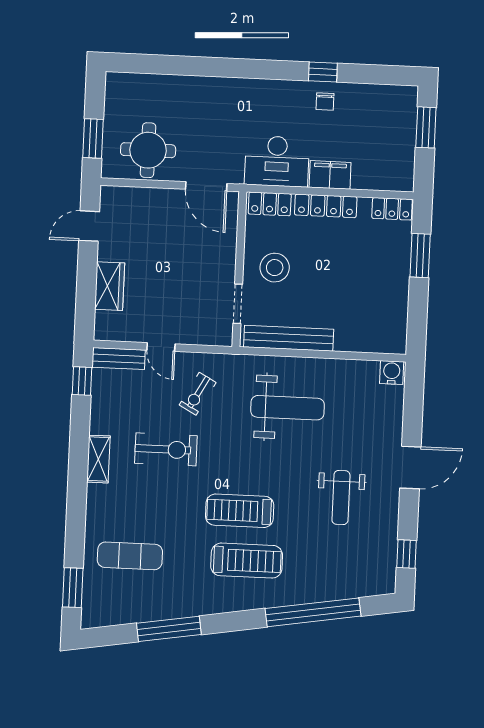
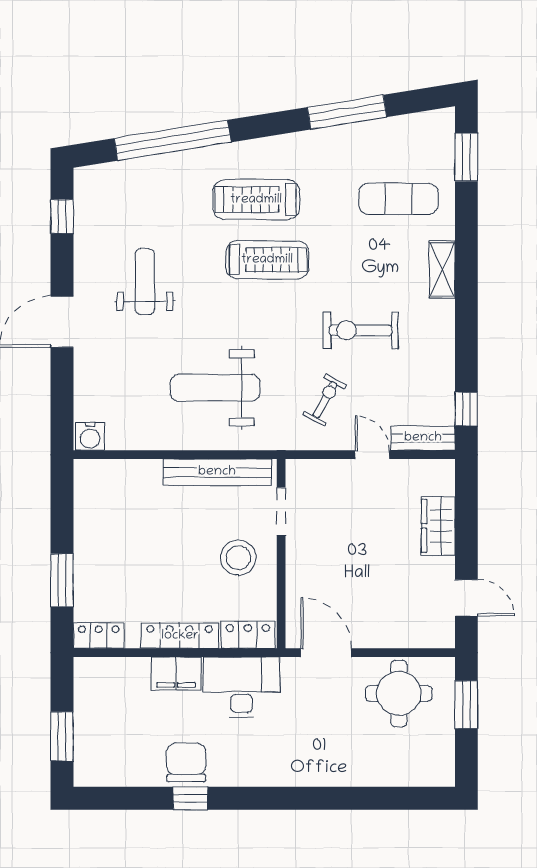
chair: (325, 101) -> (186, 763), width x1.87, depth x1.87
door: (89, 226) -> (466, 598), hinge flipped
shelving: (98, 459) -> (442, 269), moved

